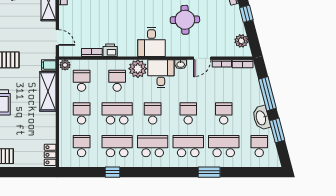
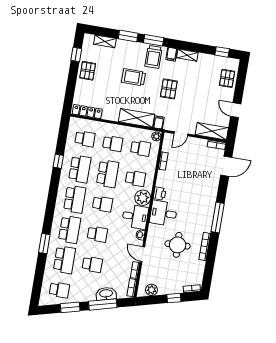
printer: (110, 50) -> (160, 194), moved
washbasin: (261, 118) -> (106, 294), moved
locker: (50, 155) -> (87, 112), width x1.53

